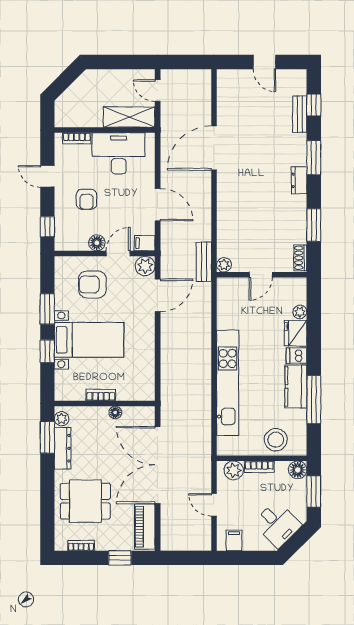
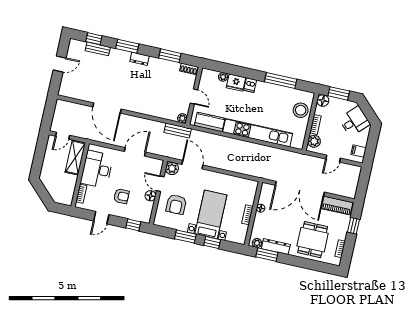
filing cabinet: (145, 243) -> (157, 165), removed
kitchen counter: (296, 386) -> (210, 122), moved, turned 180

